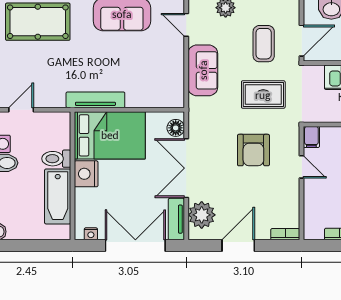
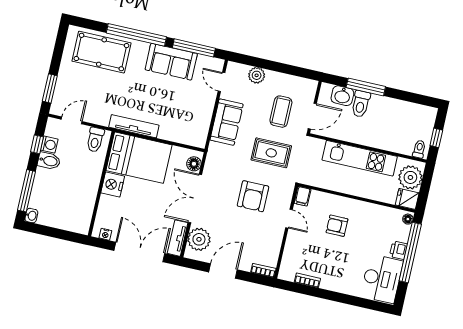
toilet: (56, 159) -> (95, 140), moved, turned -90
bathtub: (58, 196) -> (85, 198), removed

